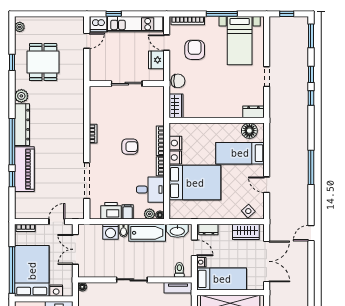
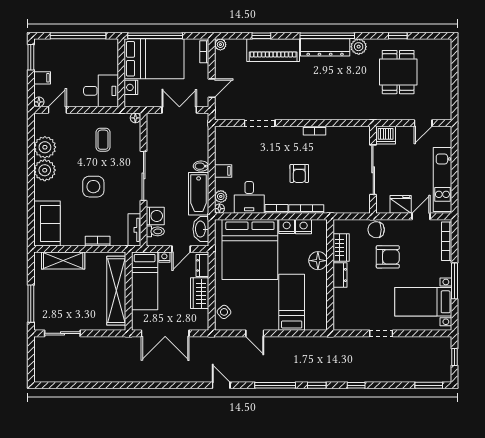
window: (114, 14) -> (454, 154), removed
dishwasher: (98, 24) -> (386, 135), moved, turned -90
plant: (20, 27) -> (220, 45), moved
door: (87, 41) -> (423, 123), hinge flipped
armchair: (195, 50) -> (388, 257), moved
dining table: (43, 62) -> (398, 72), turned 90
window: (311, 74) -> (317, 385), moved
chair: (178, 81) -> (376, 230), turned 90
sliding door: (127, 84) -> (373, 170), width x1.37
wardrobe: (176, 106) -> (341, 247), moved, turned -90
dresser: (254, 112) -> (340, 275), moved
floor lamp: (249, 131) -> (318, 261), moved
window: (12, 142) -> (327, 36), moved
doorway: (87, 181) -> (260, 123), width x0.73
bed: (195, 183) -> (250, 250), width x1.36
door: (267, 185) -> (255, 333), swing flipped
printer: (111, 211) -> (224, 151), removed
door: (57, 222) -> (212, 88), hinge flipped
washing machine: (111, 232) -> (155, 216), moved, turned 180
wardrobe: (246, 232) -> (200, 293), moved
door: (311, 233) -> (221, 385), moved
sliding door: (132, 280) -> (144, 176), width x1.37

